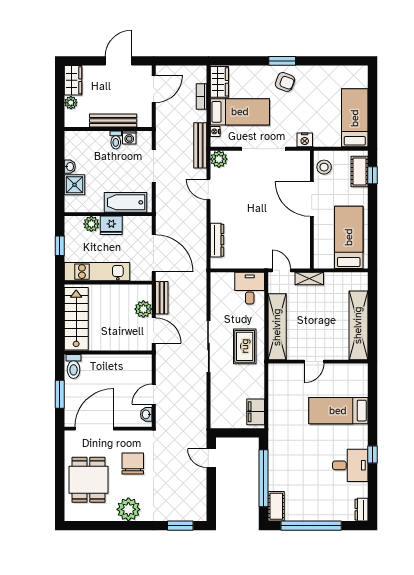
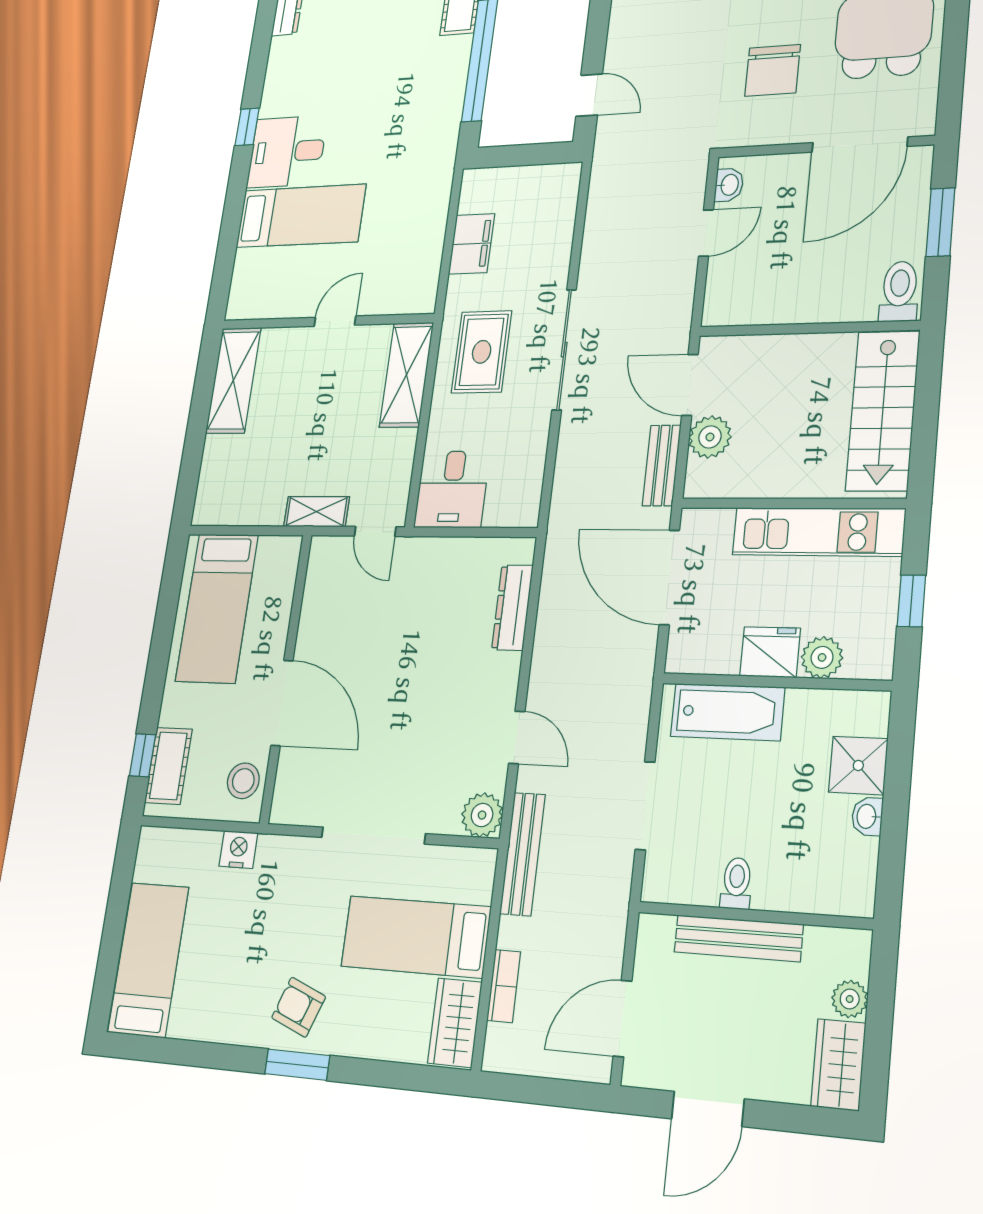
bed: (355, 118) -> (148, 960), moved, turned 180
nightstand: (215, 131) -> (482, 889), removed
washing machine: (129, 137) -> (700, 888), removed
nightstand: (305, 140) -> (238, 850), moved
shelving: (358, 325) -> (233, 380), width x0.68
shelving: (277, 327) -> (406, 375), width x0.68
filing cabinet: (256, 412) -> (472, 244), moved
desk: (350, 465) -> (287, 152), moved

